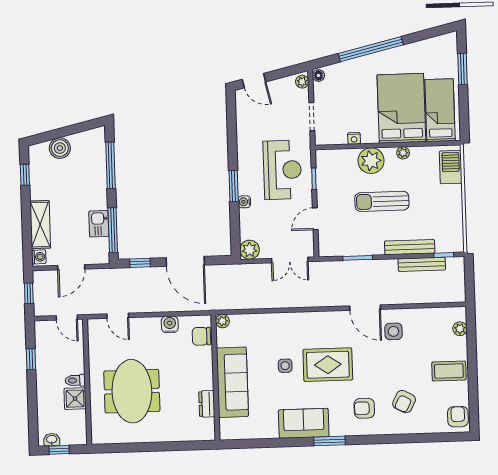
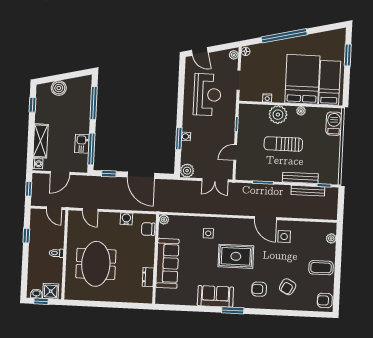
reception desk: (282, 170) -> (207, 95), moved
window: (234, 186) -> (179, 139), moved
side table: (285, 366) -> (208, 233), moved
shower: (75, 399) -> (51, 291), moved
armchair: (458, 417) -> (325, 300), turned -90

